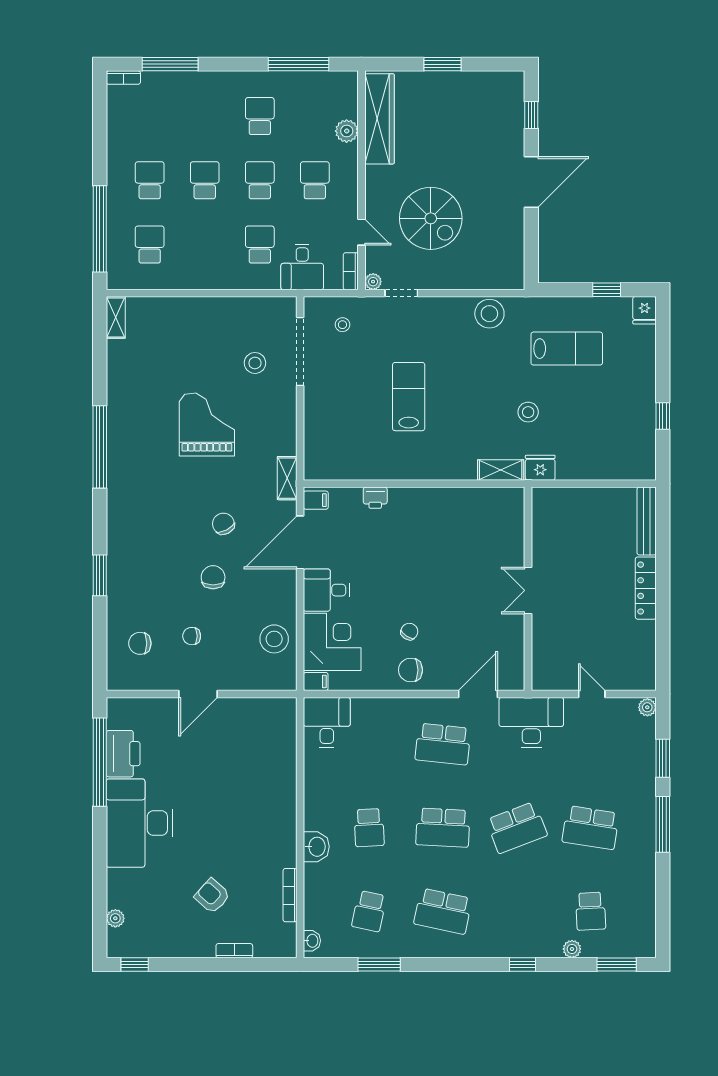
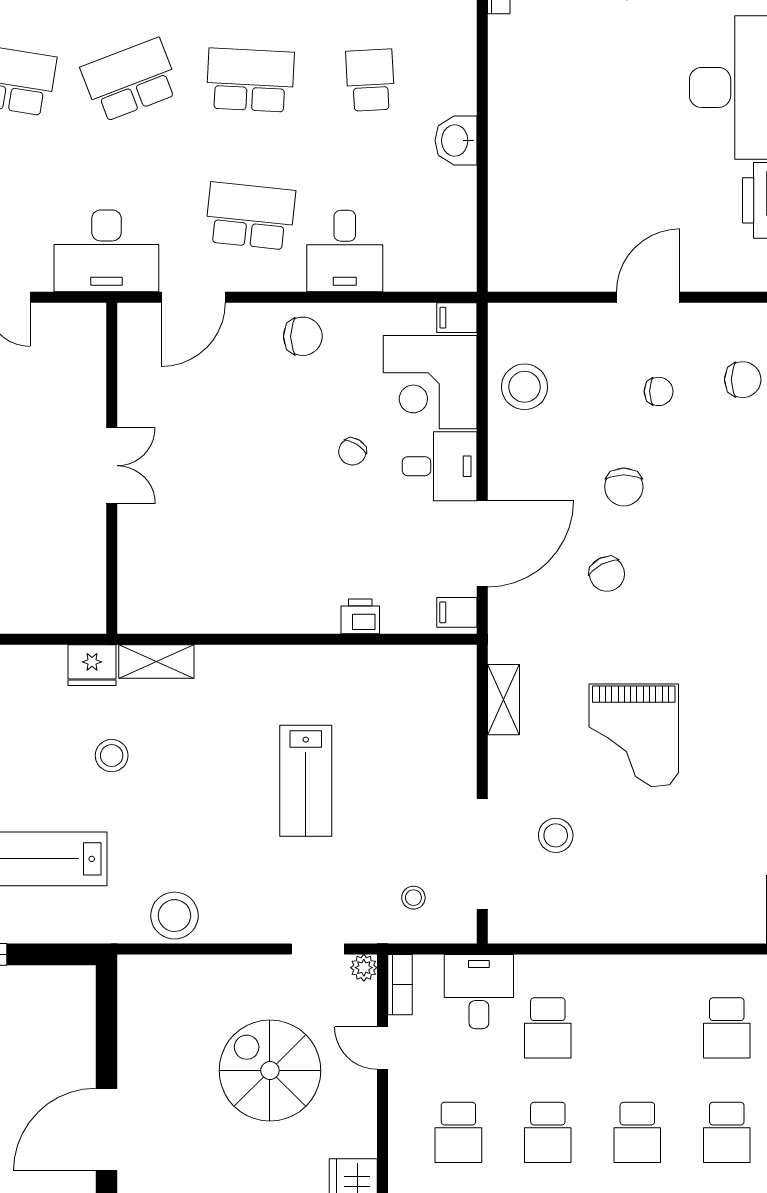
shelving: (287, 478) -> (503, 700), moved
chair: (409, 632) -> (352, 452), moved
desk: (327, 722) -> (345, 251), moved
washbasin: (316, 847) -> (456, 141), moved

